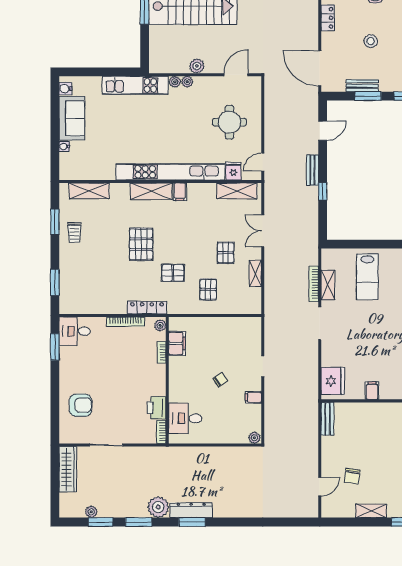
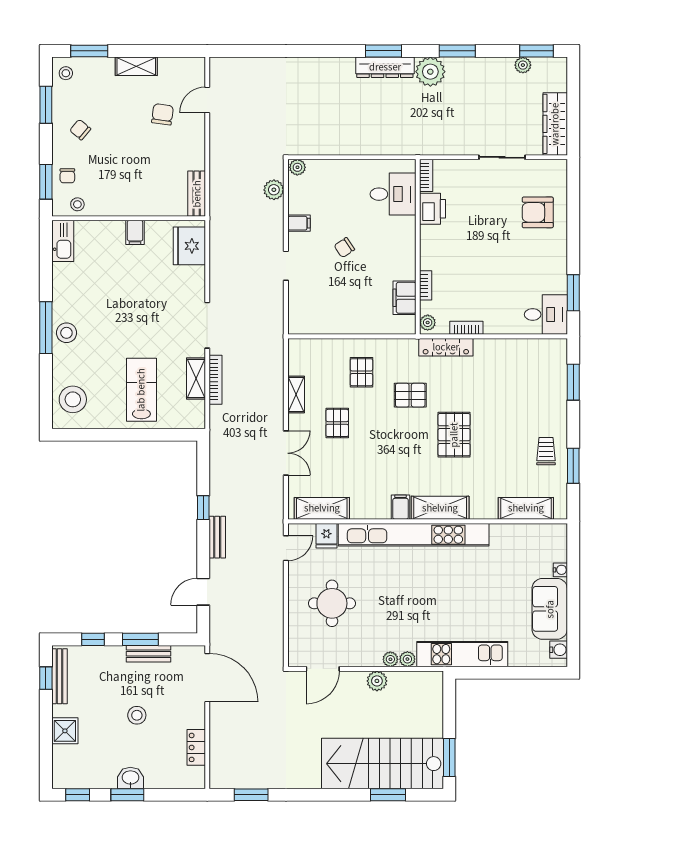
bookcase: (125, 322) -> (466, 328), width x0.64
plant: (272, 422) -> (274, 190), added
window: (101, 522) -> (536, 51), moved

